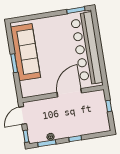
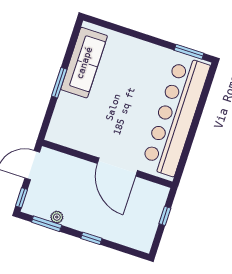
sofa: (25, 52) -> (84, 63), width x0.74, depth x0.79
door: (69, 93) -> (117, 167), swing flipped

